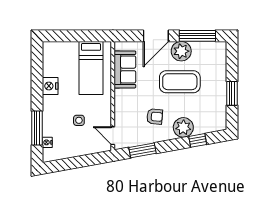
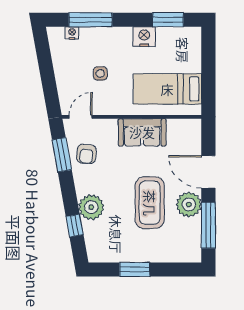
window: (37, 67) -> (168, 20), added
sofa: (125, 69) -> (142, 132), moved
armchair: (155, 117) -> (86, 154), moved

